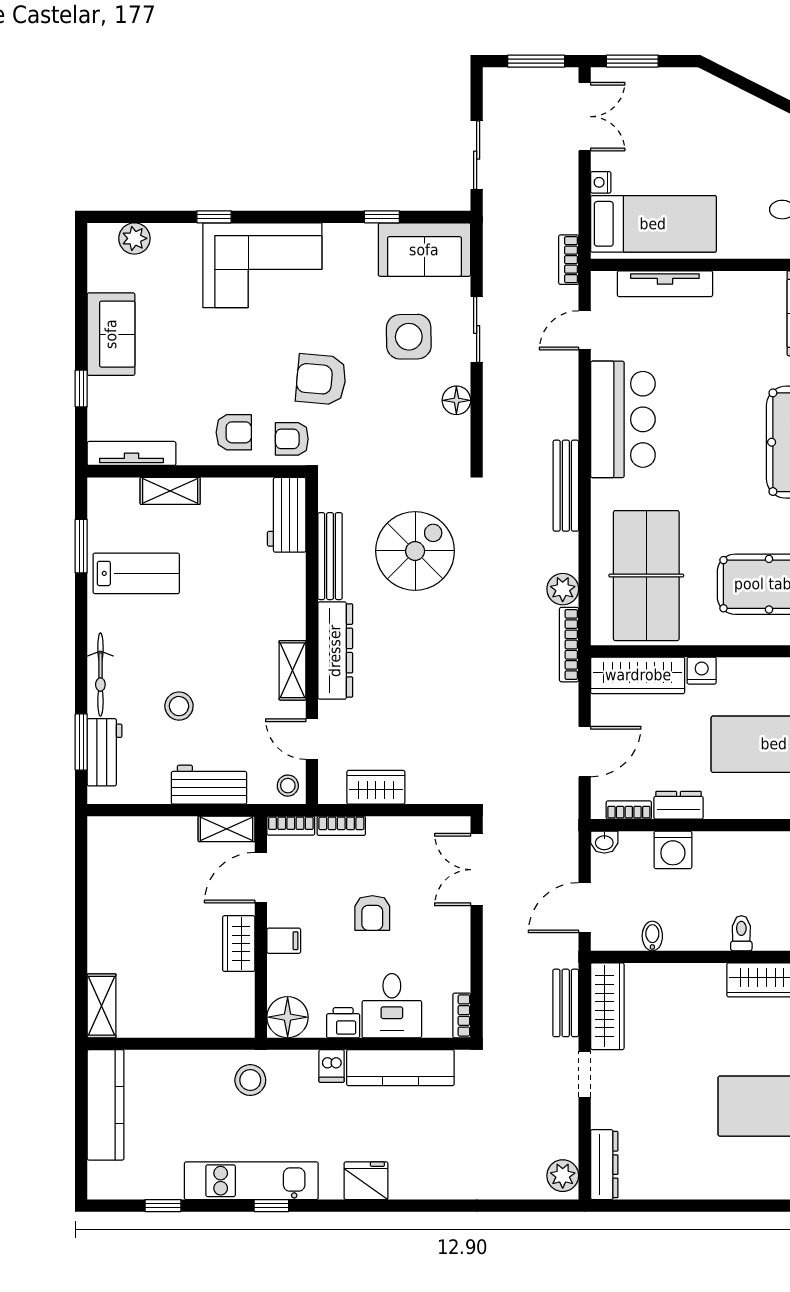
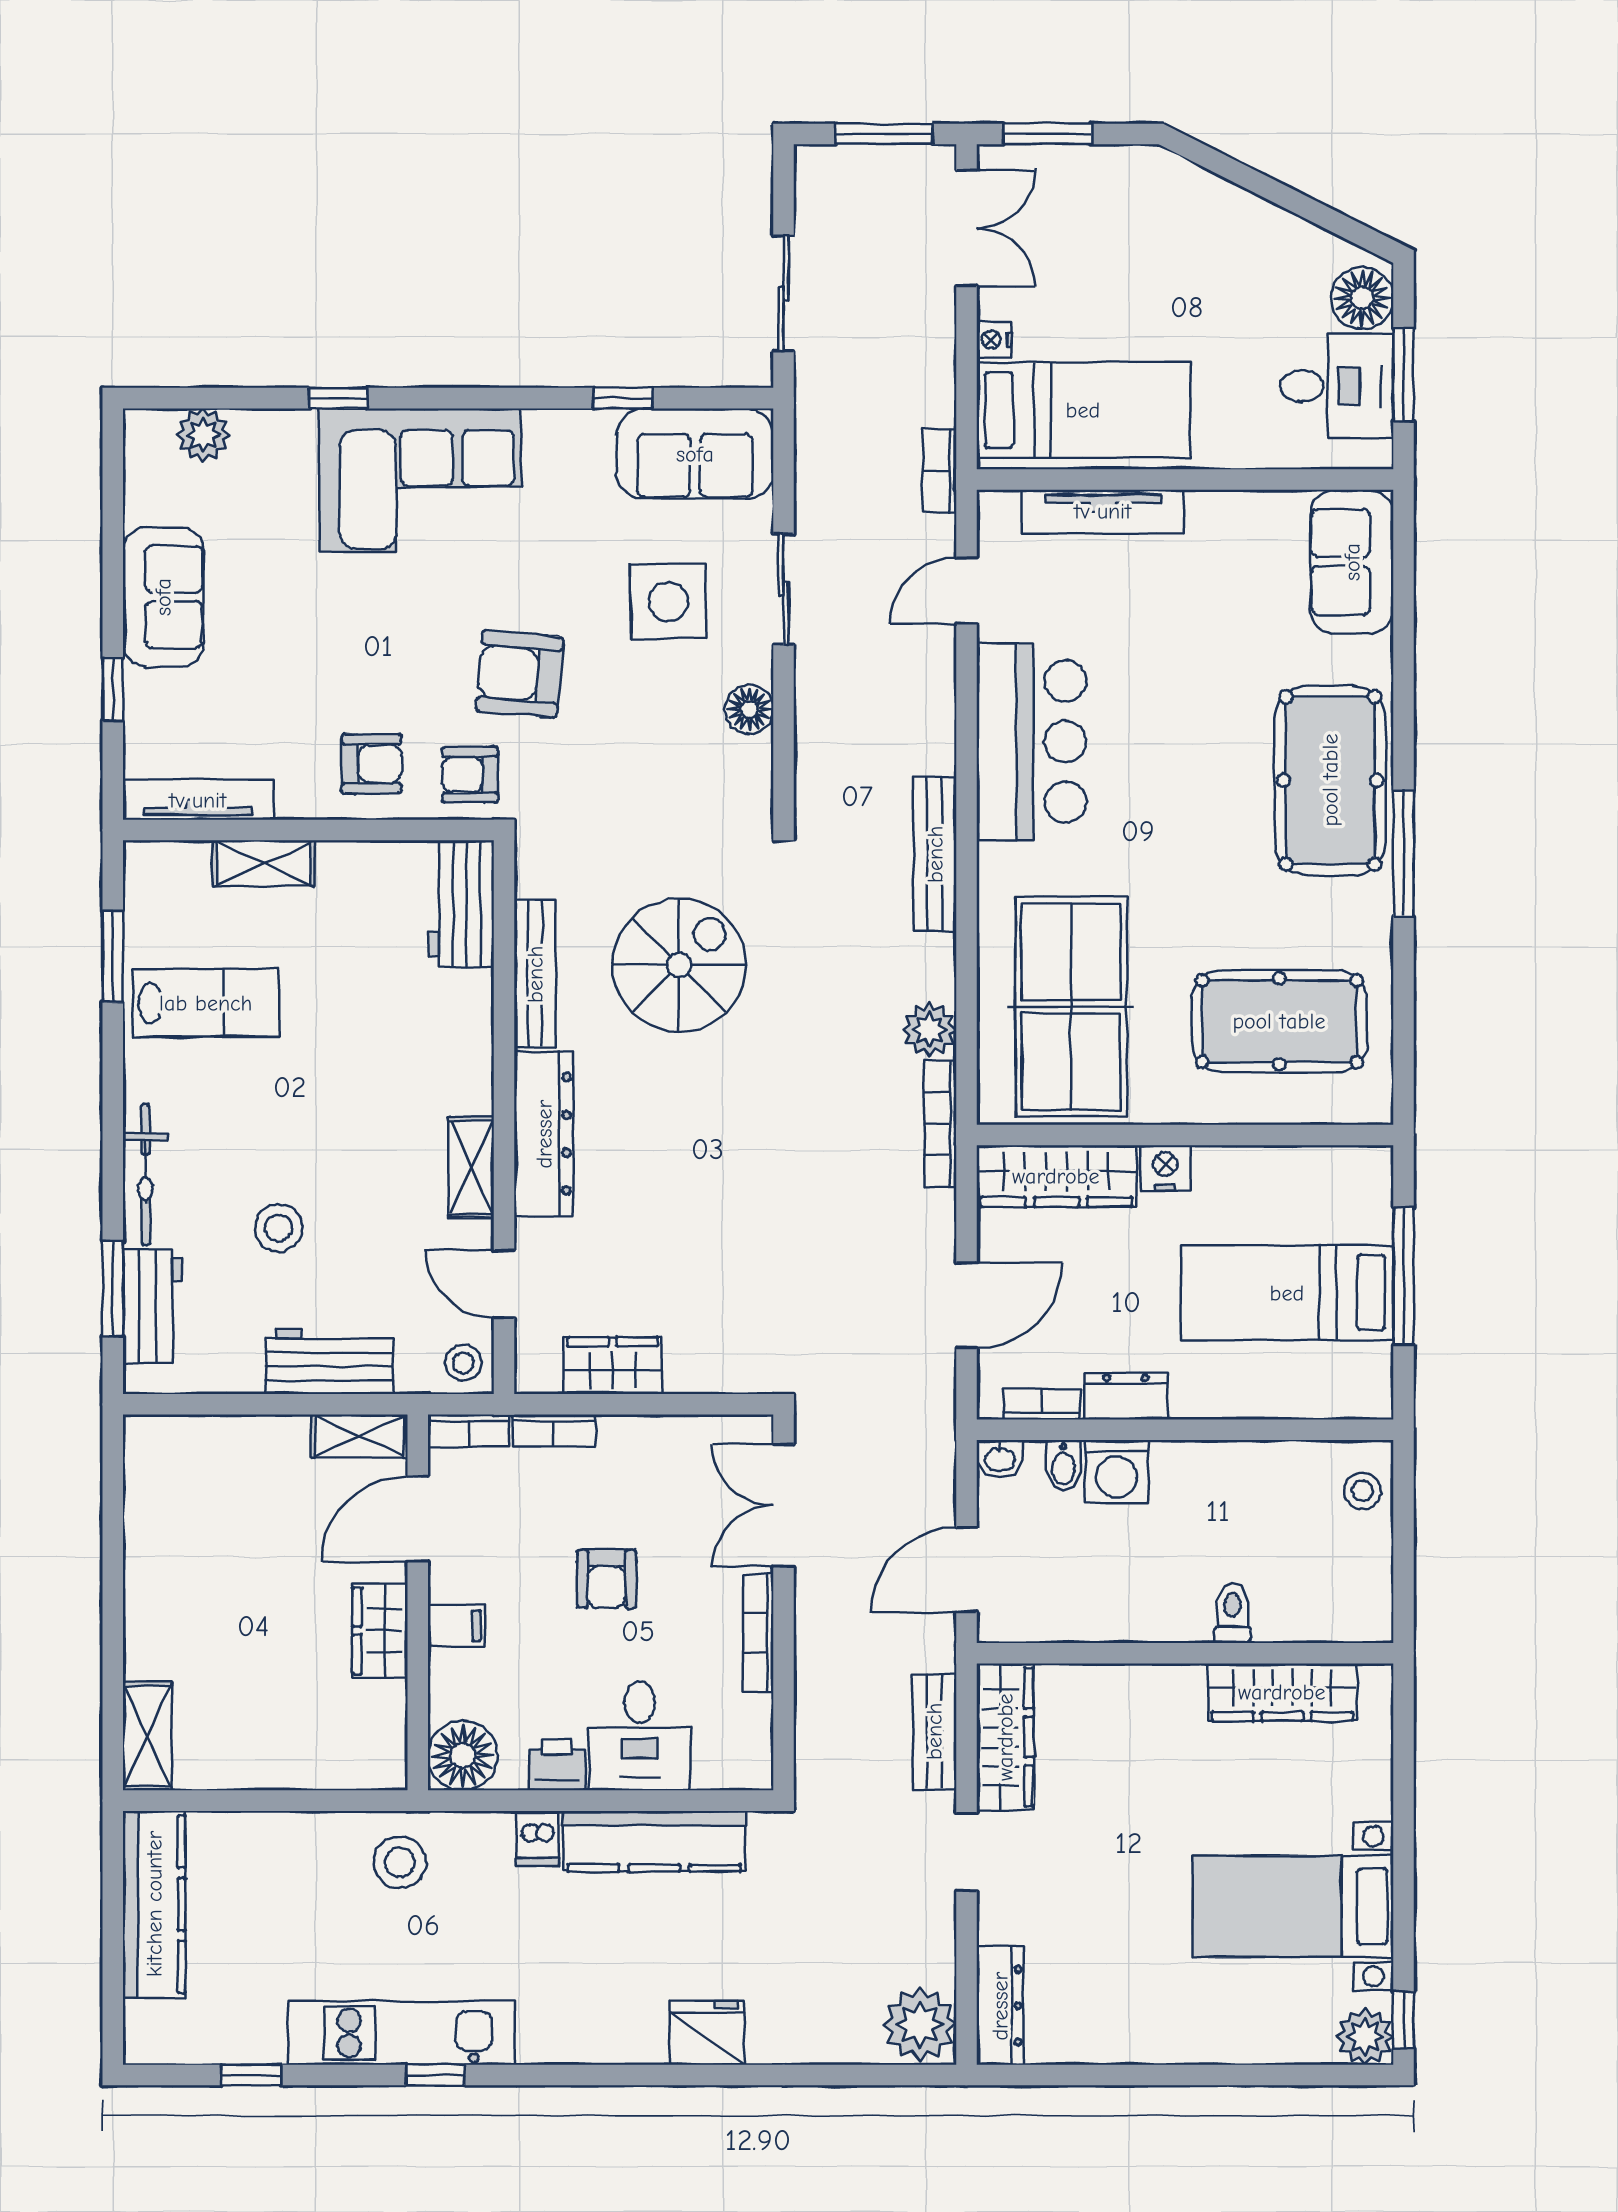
bidet: (652, 936) -> (1063, 1465), moved, turned 180
bookcase: (462, 1015) -> (758, 1633), moved, width x1.56
plant: (563, 1176) -> (920, 2024), width x1.36, depth x1.36
fridge: (366, 1181) -> (707, 2033), moved

